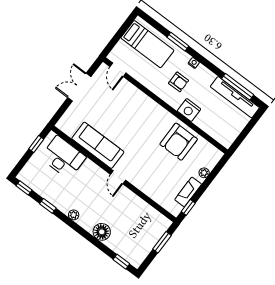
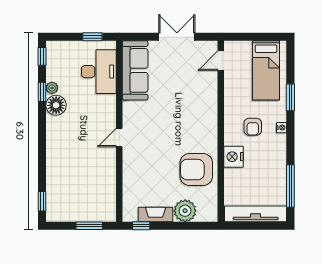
tv unit: (235, 97) -> (256, 214), moved, turned 90
sofa: (98, 145) -> (135, 70), moved
plant: (204, 173) -> (185, 211), width x1.88, depth x1.88
plant: (74, 215) -> (52, 88), moved
floor lamp: (102, 232) -> (56, 105), moved

